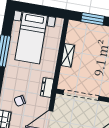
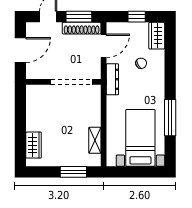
shelving: (68, 55) -> (95, 140), moved
dresser: (47, 87) -> (112, 79), width x1.44

